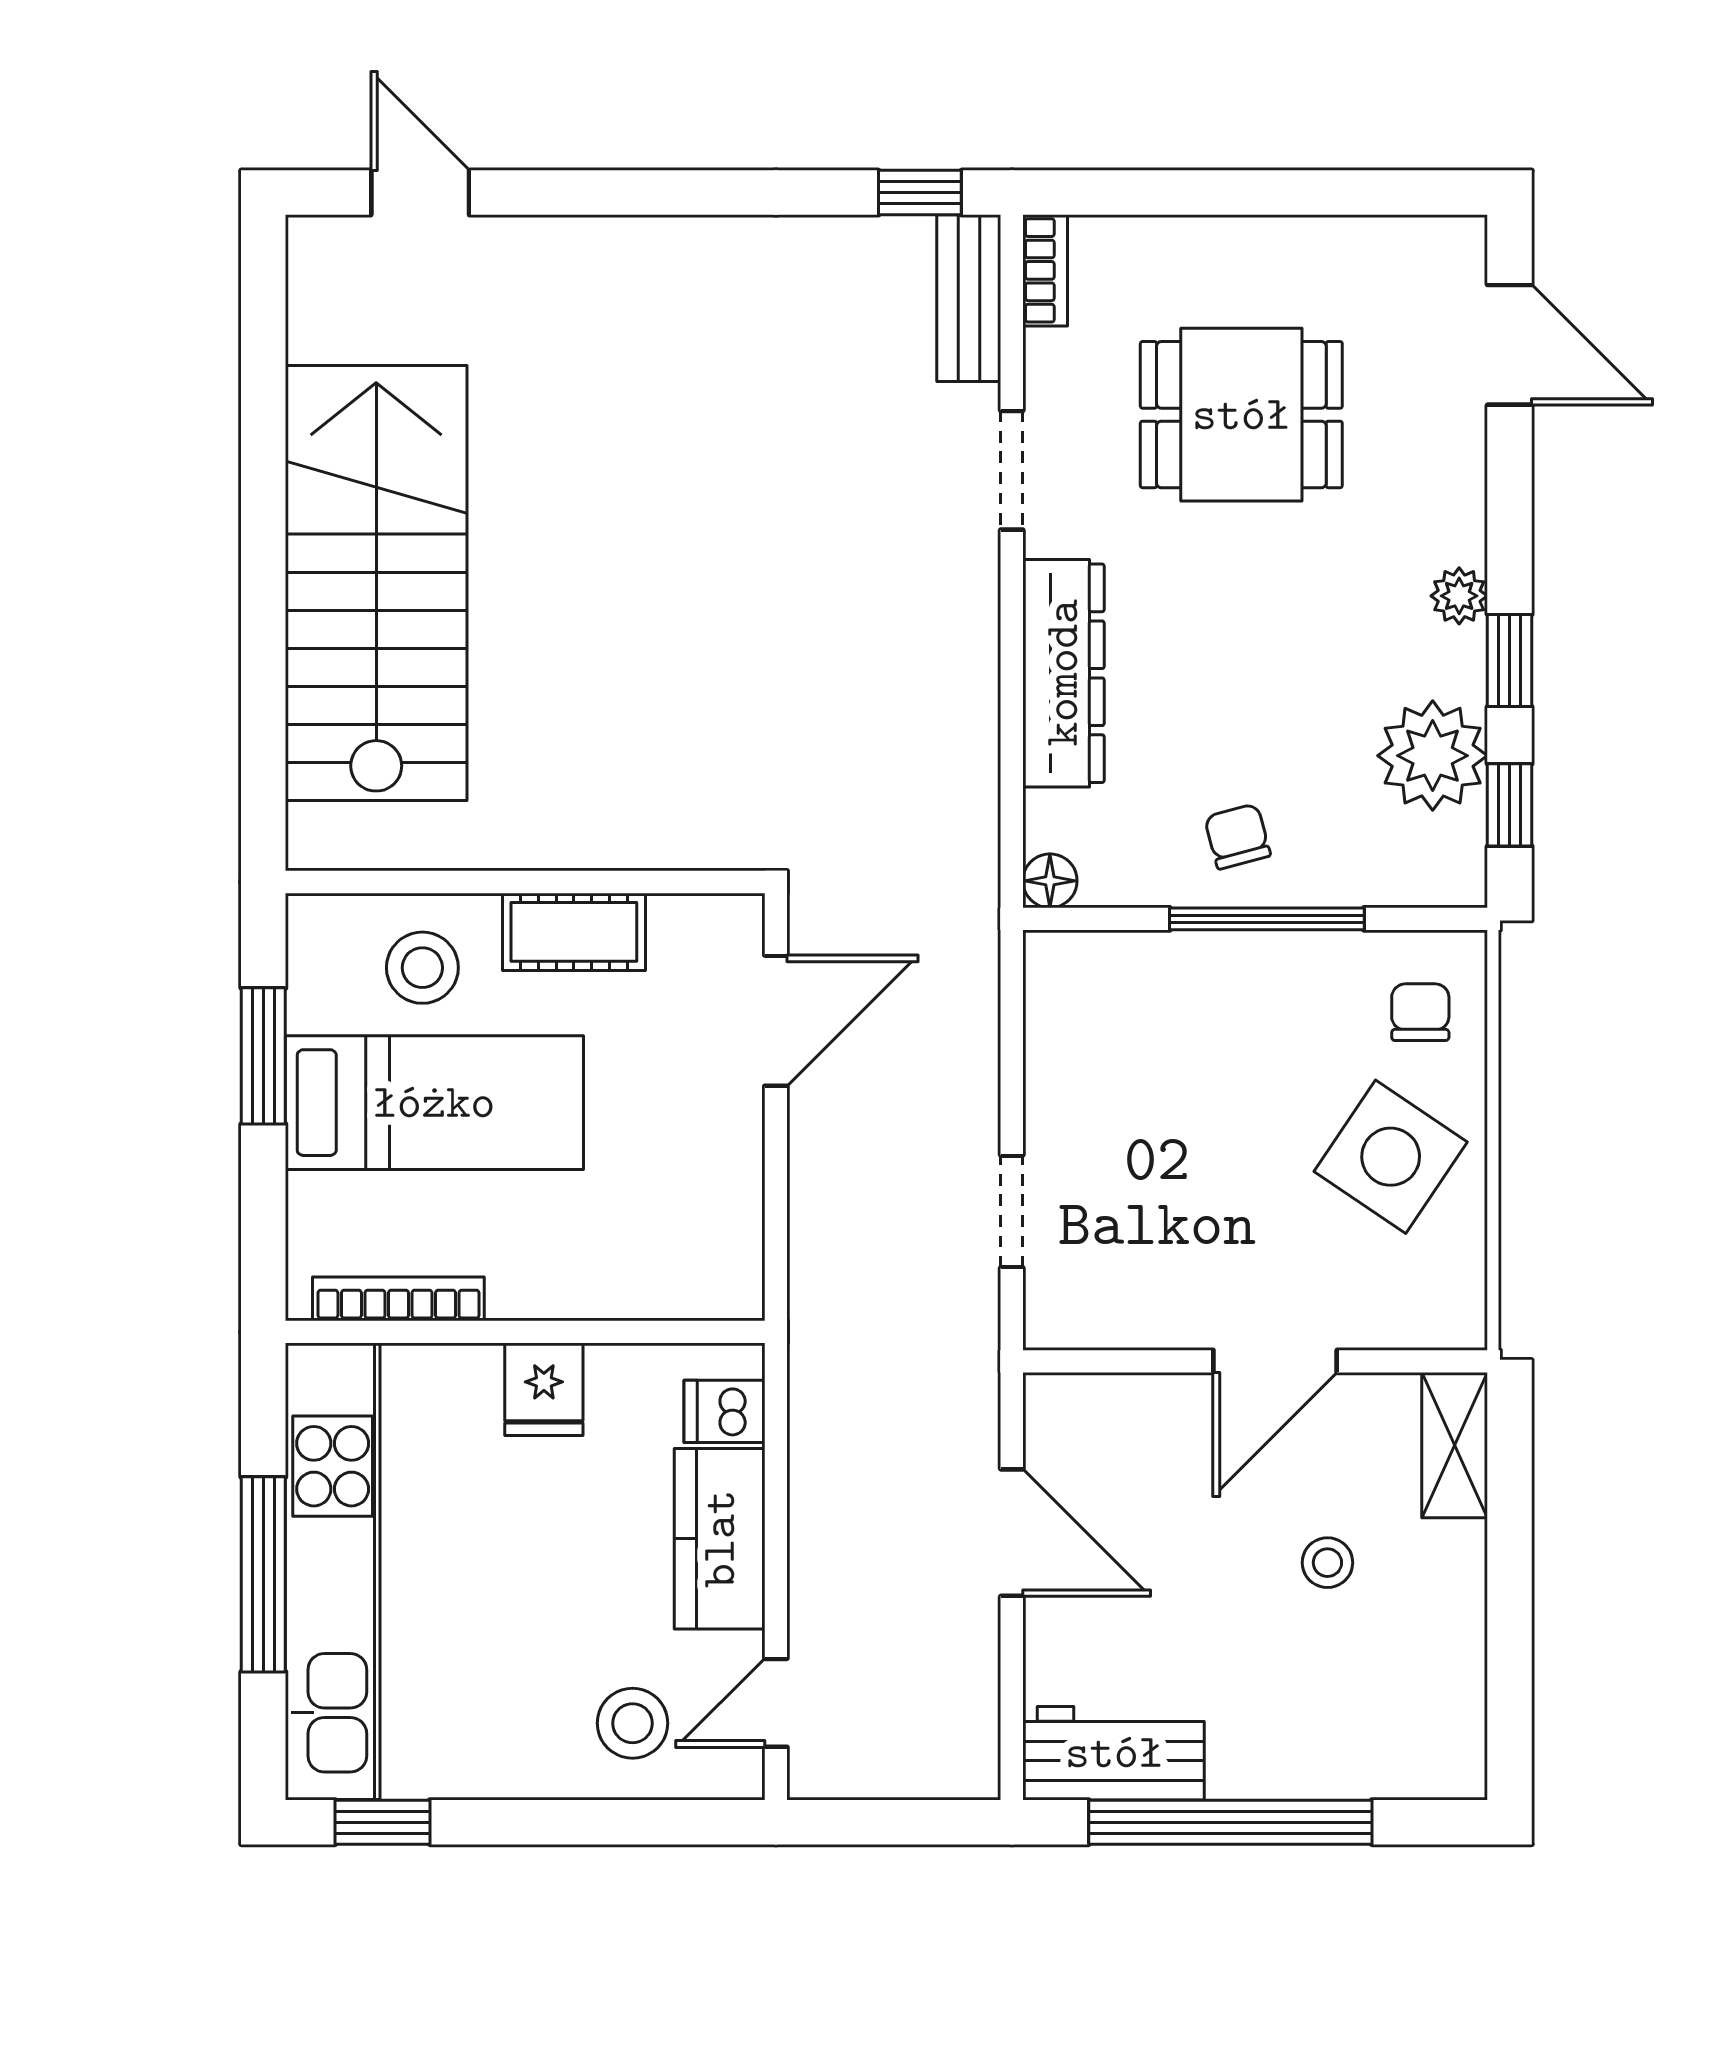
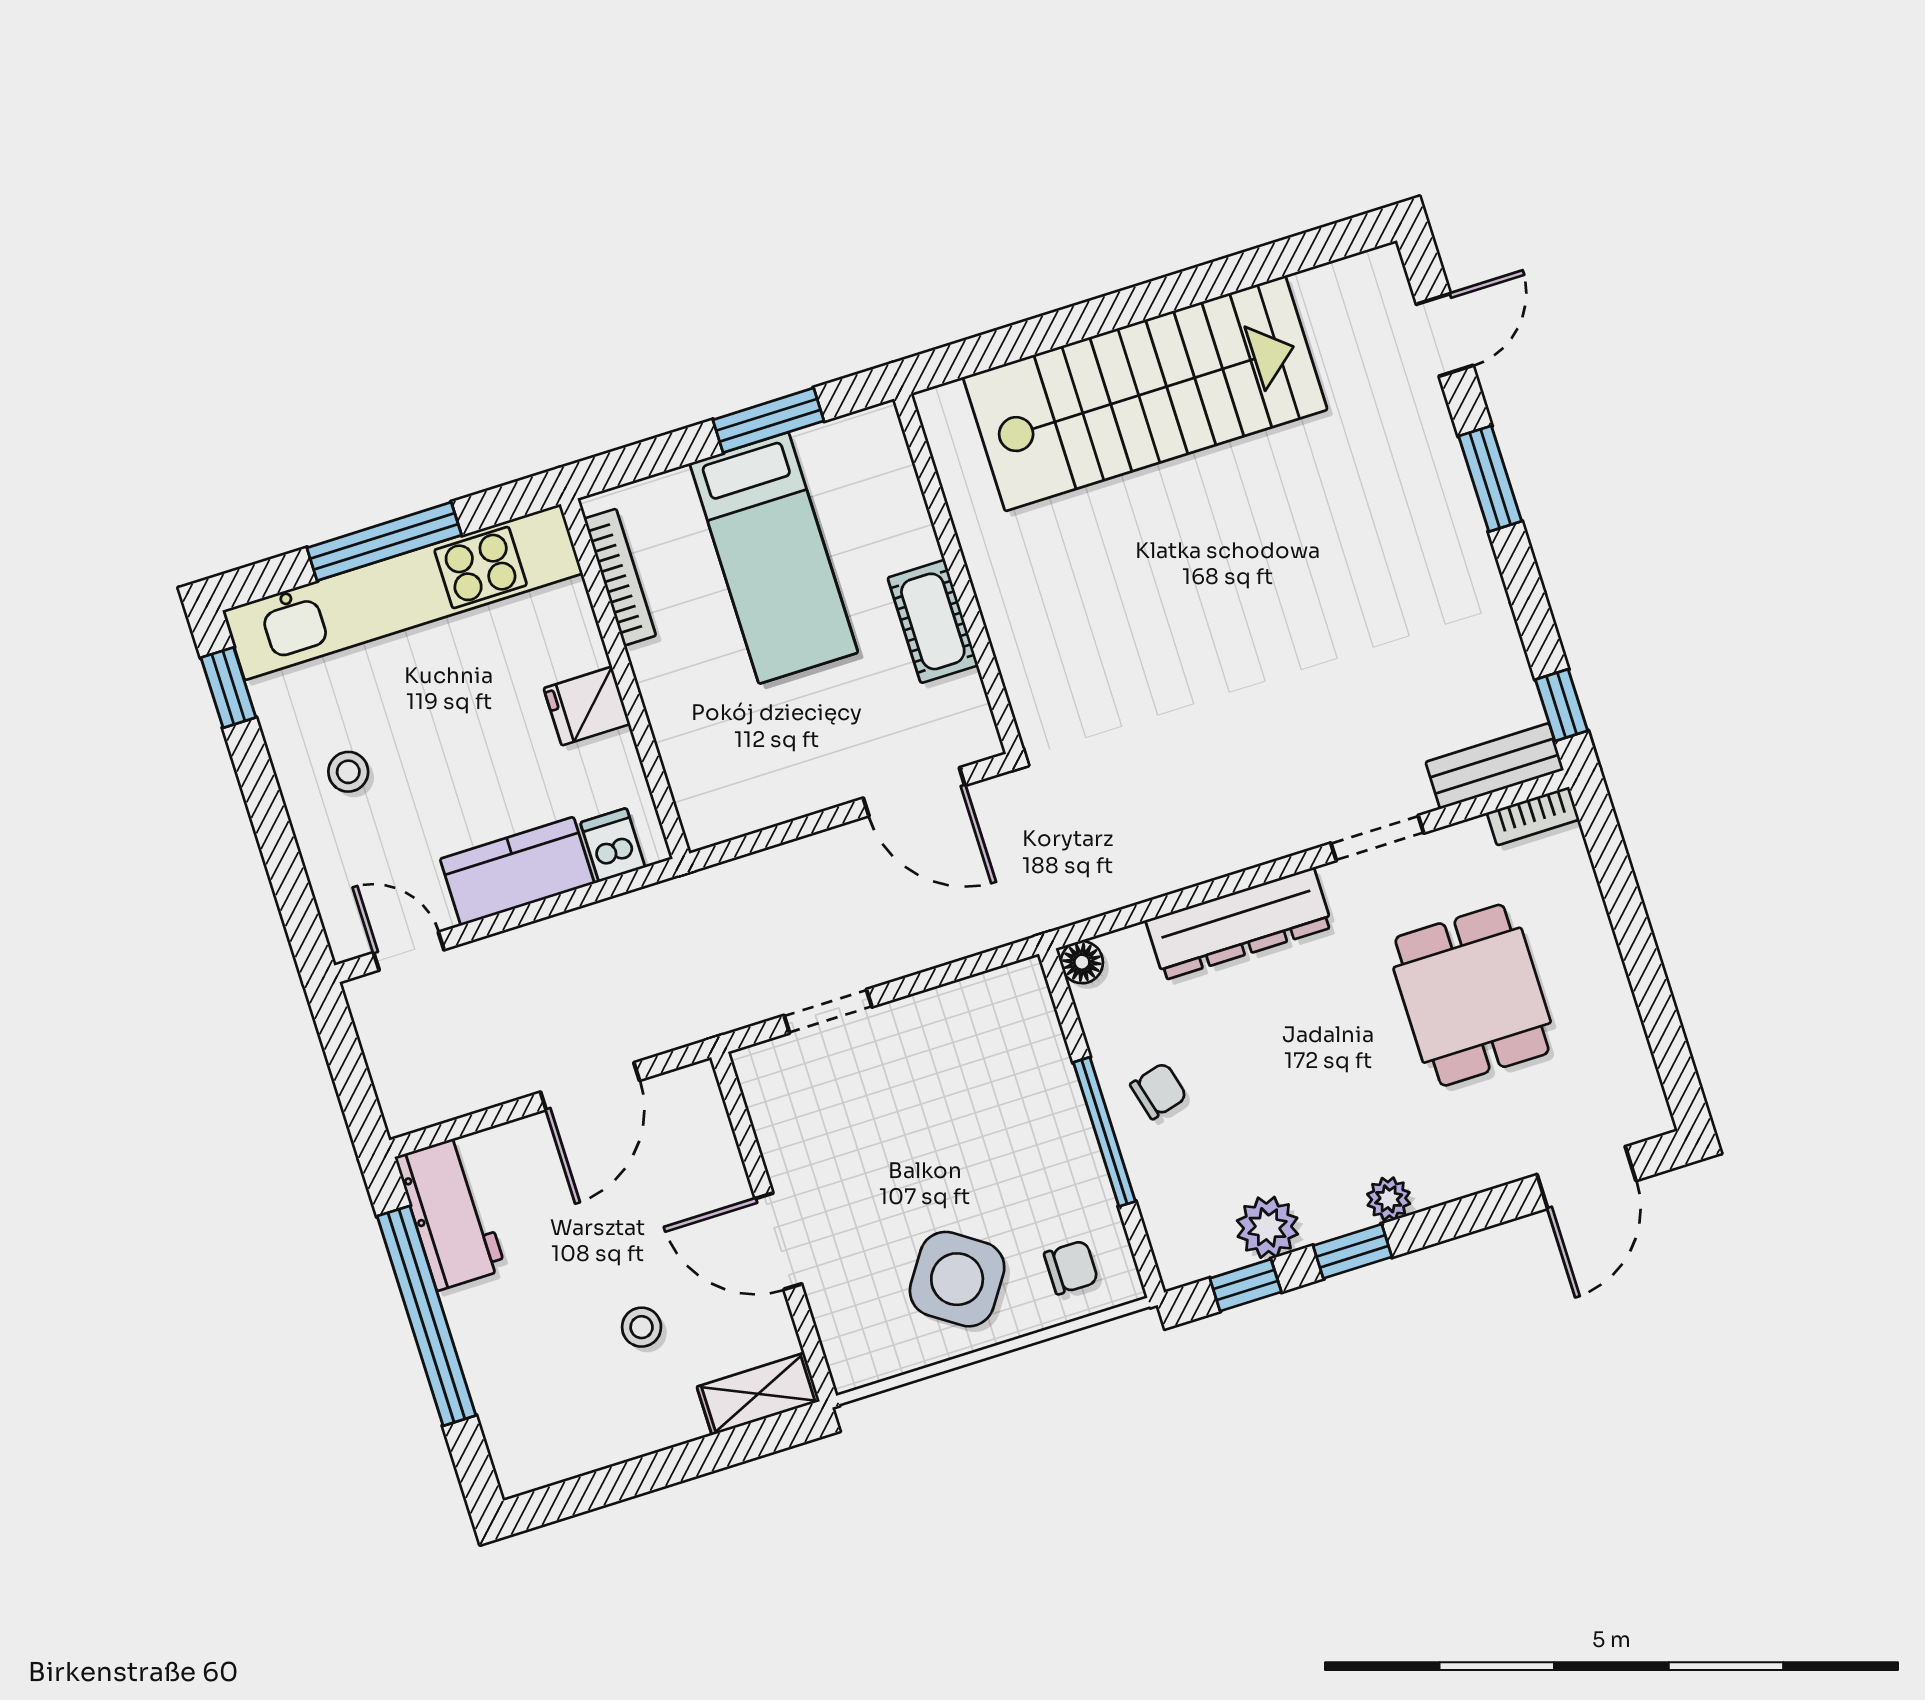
window: (614, 193) -> (1490, 479), added
plant: (1433, 756) -> (1267, 1227), width x0.73, depth x0.73
stool: (422, 968) -> (871, 517), removed
stool: (633, 1723) -> (348, 772), moved, width x0.73, depth x0.73

